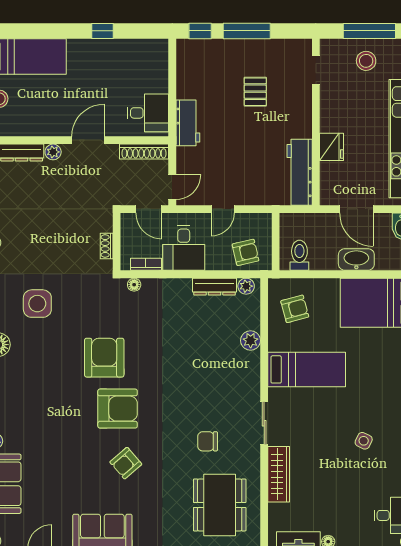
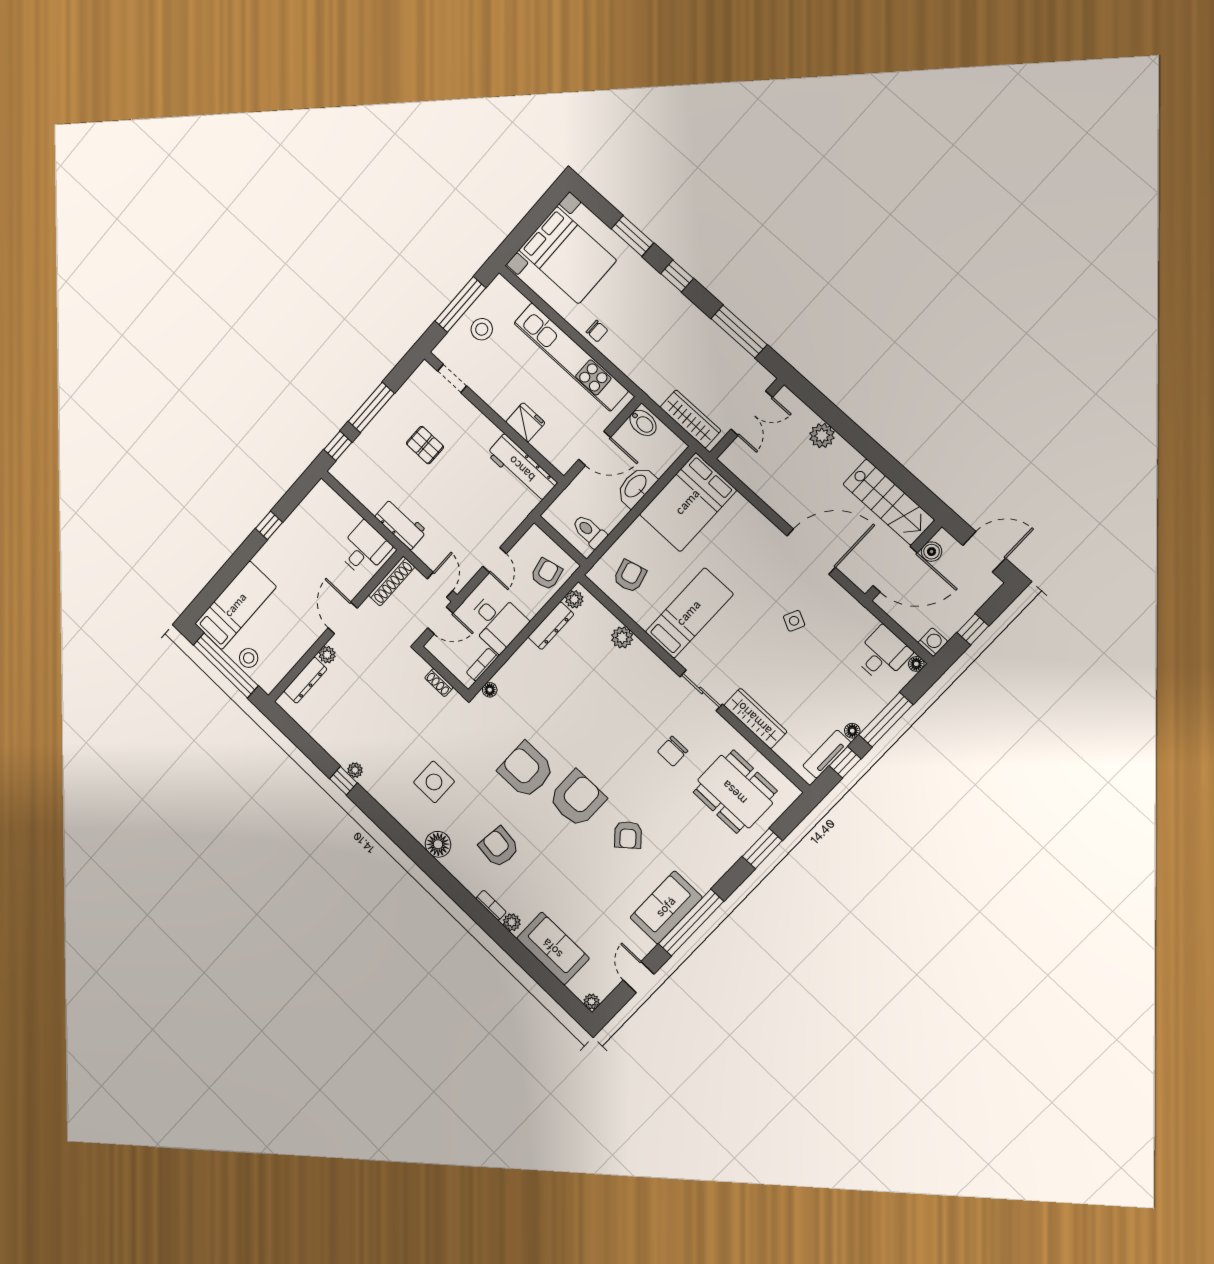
armchair: (36, 387) -> (499, 847), added

